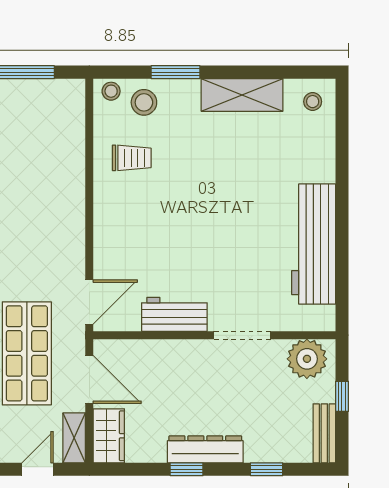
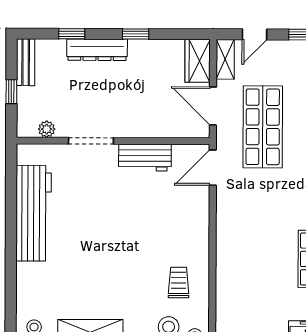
trolley: (132, 158) -> (178, 283), turned 90
plant: (307, 359) -> (47, 129), width x0.53, depth x0.53
dresser: (205, 449) -> (97, 50), moved

